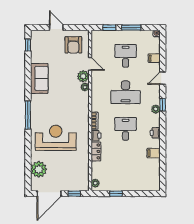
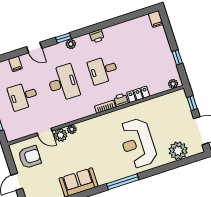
door: (90, 64) -> (44, 132), swing flipped
filing cabinet: (154, 153) -> (156, 19), moved

